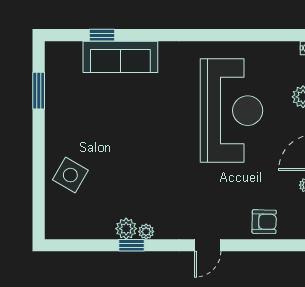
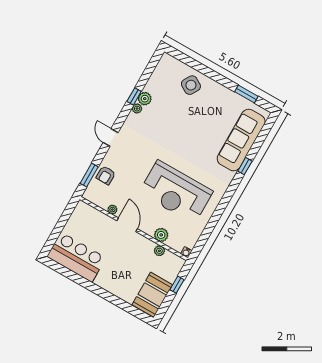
window: (102, 35) -> (245, 166), moved
sofa: (120, 57) -> (241, 140), width x1.36, depth x1.27
window: (277, 245) -> (89, 175), added

